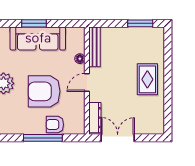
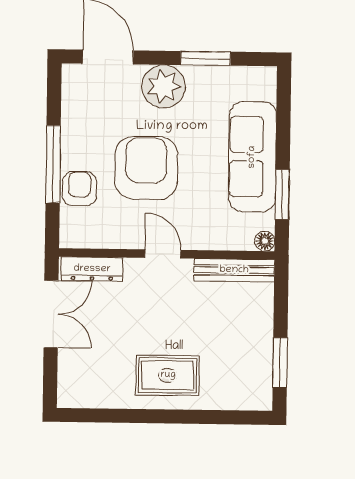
window: (34, 23) -> (282, 194), moved
floor lamp: (80, 59) -> (265, 241), moved

